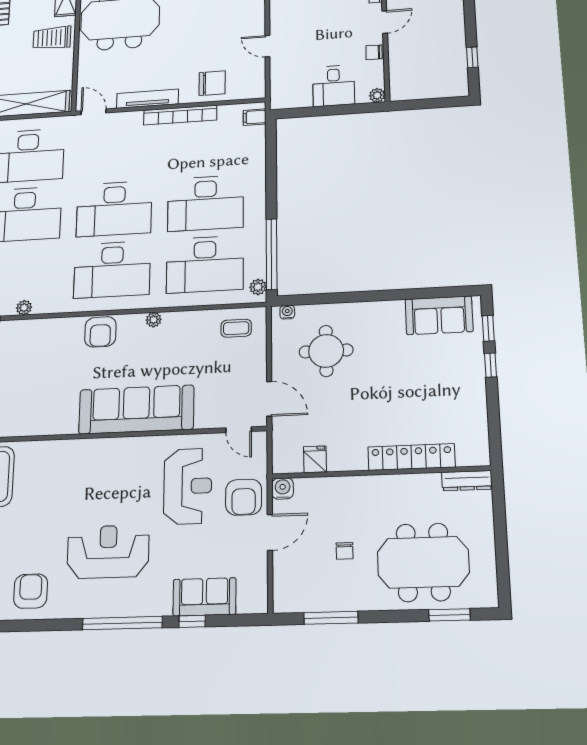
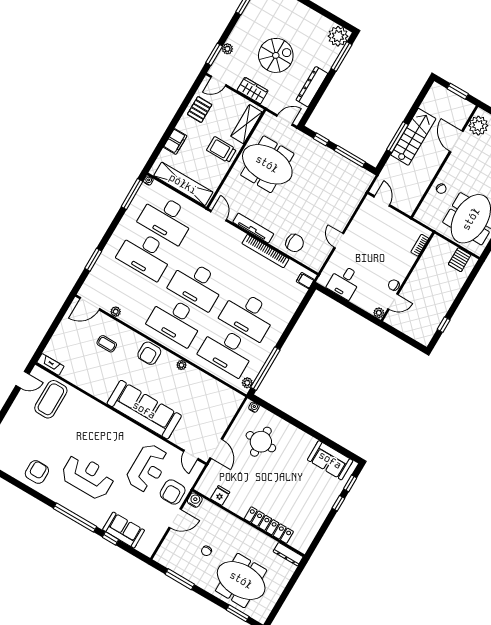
door: (385, 22) -> (393, 302), moved
desk: (334, 86) -> (344, 282), moved
coffee table: (236, 328) -> (107, 344), moved

